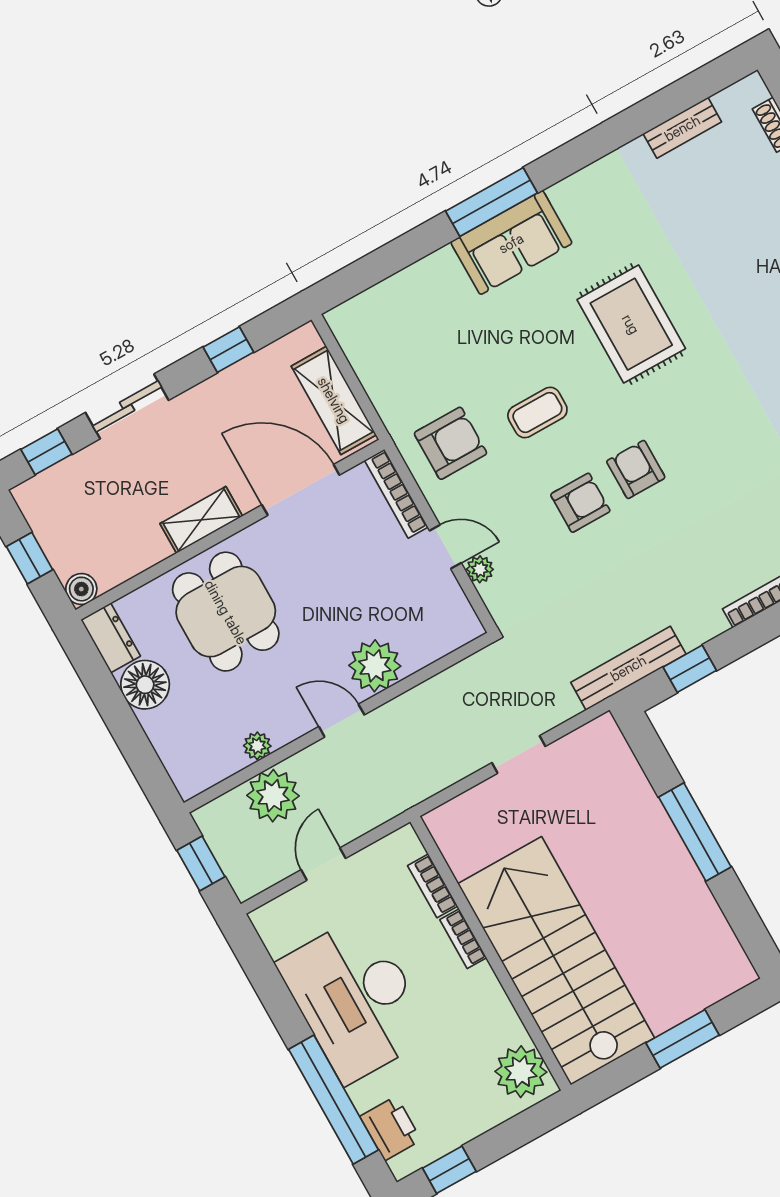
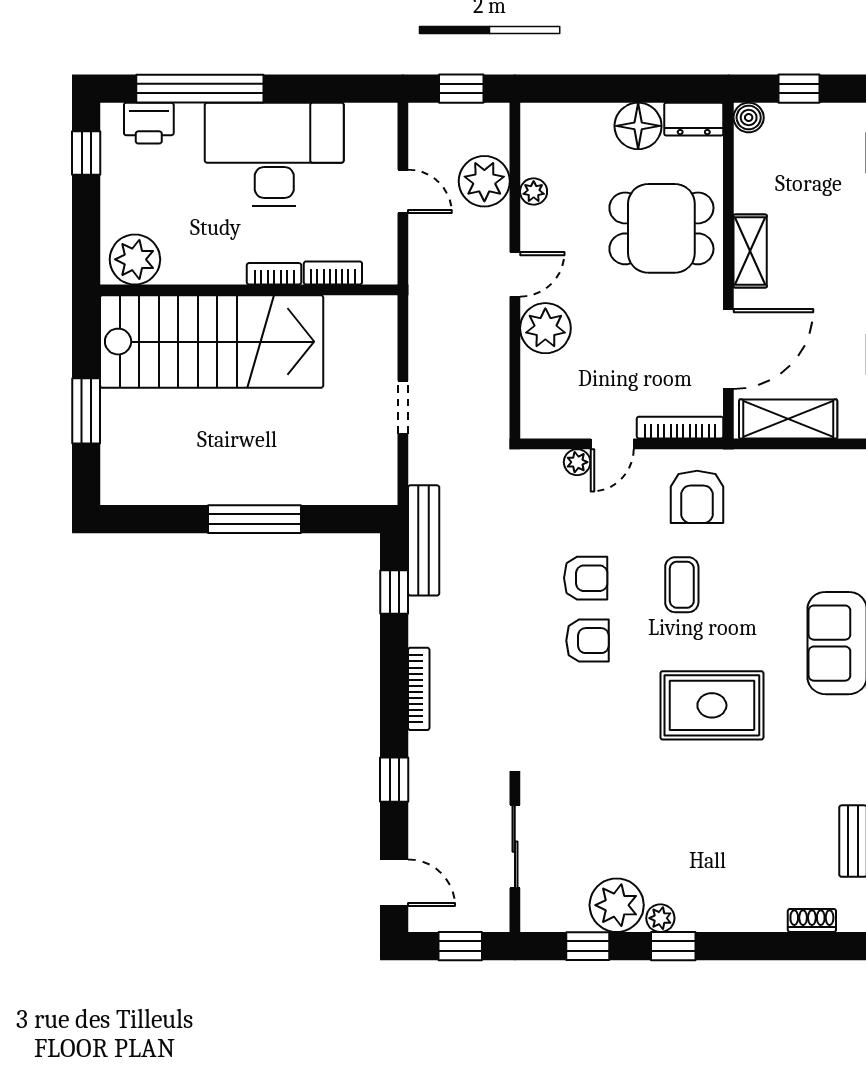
armchair: (580, 503) -> (586, 578), turned -90

